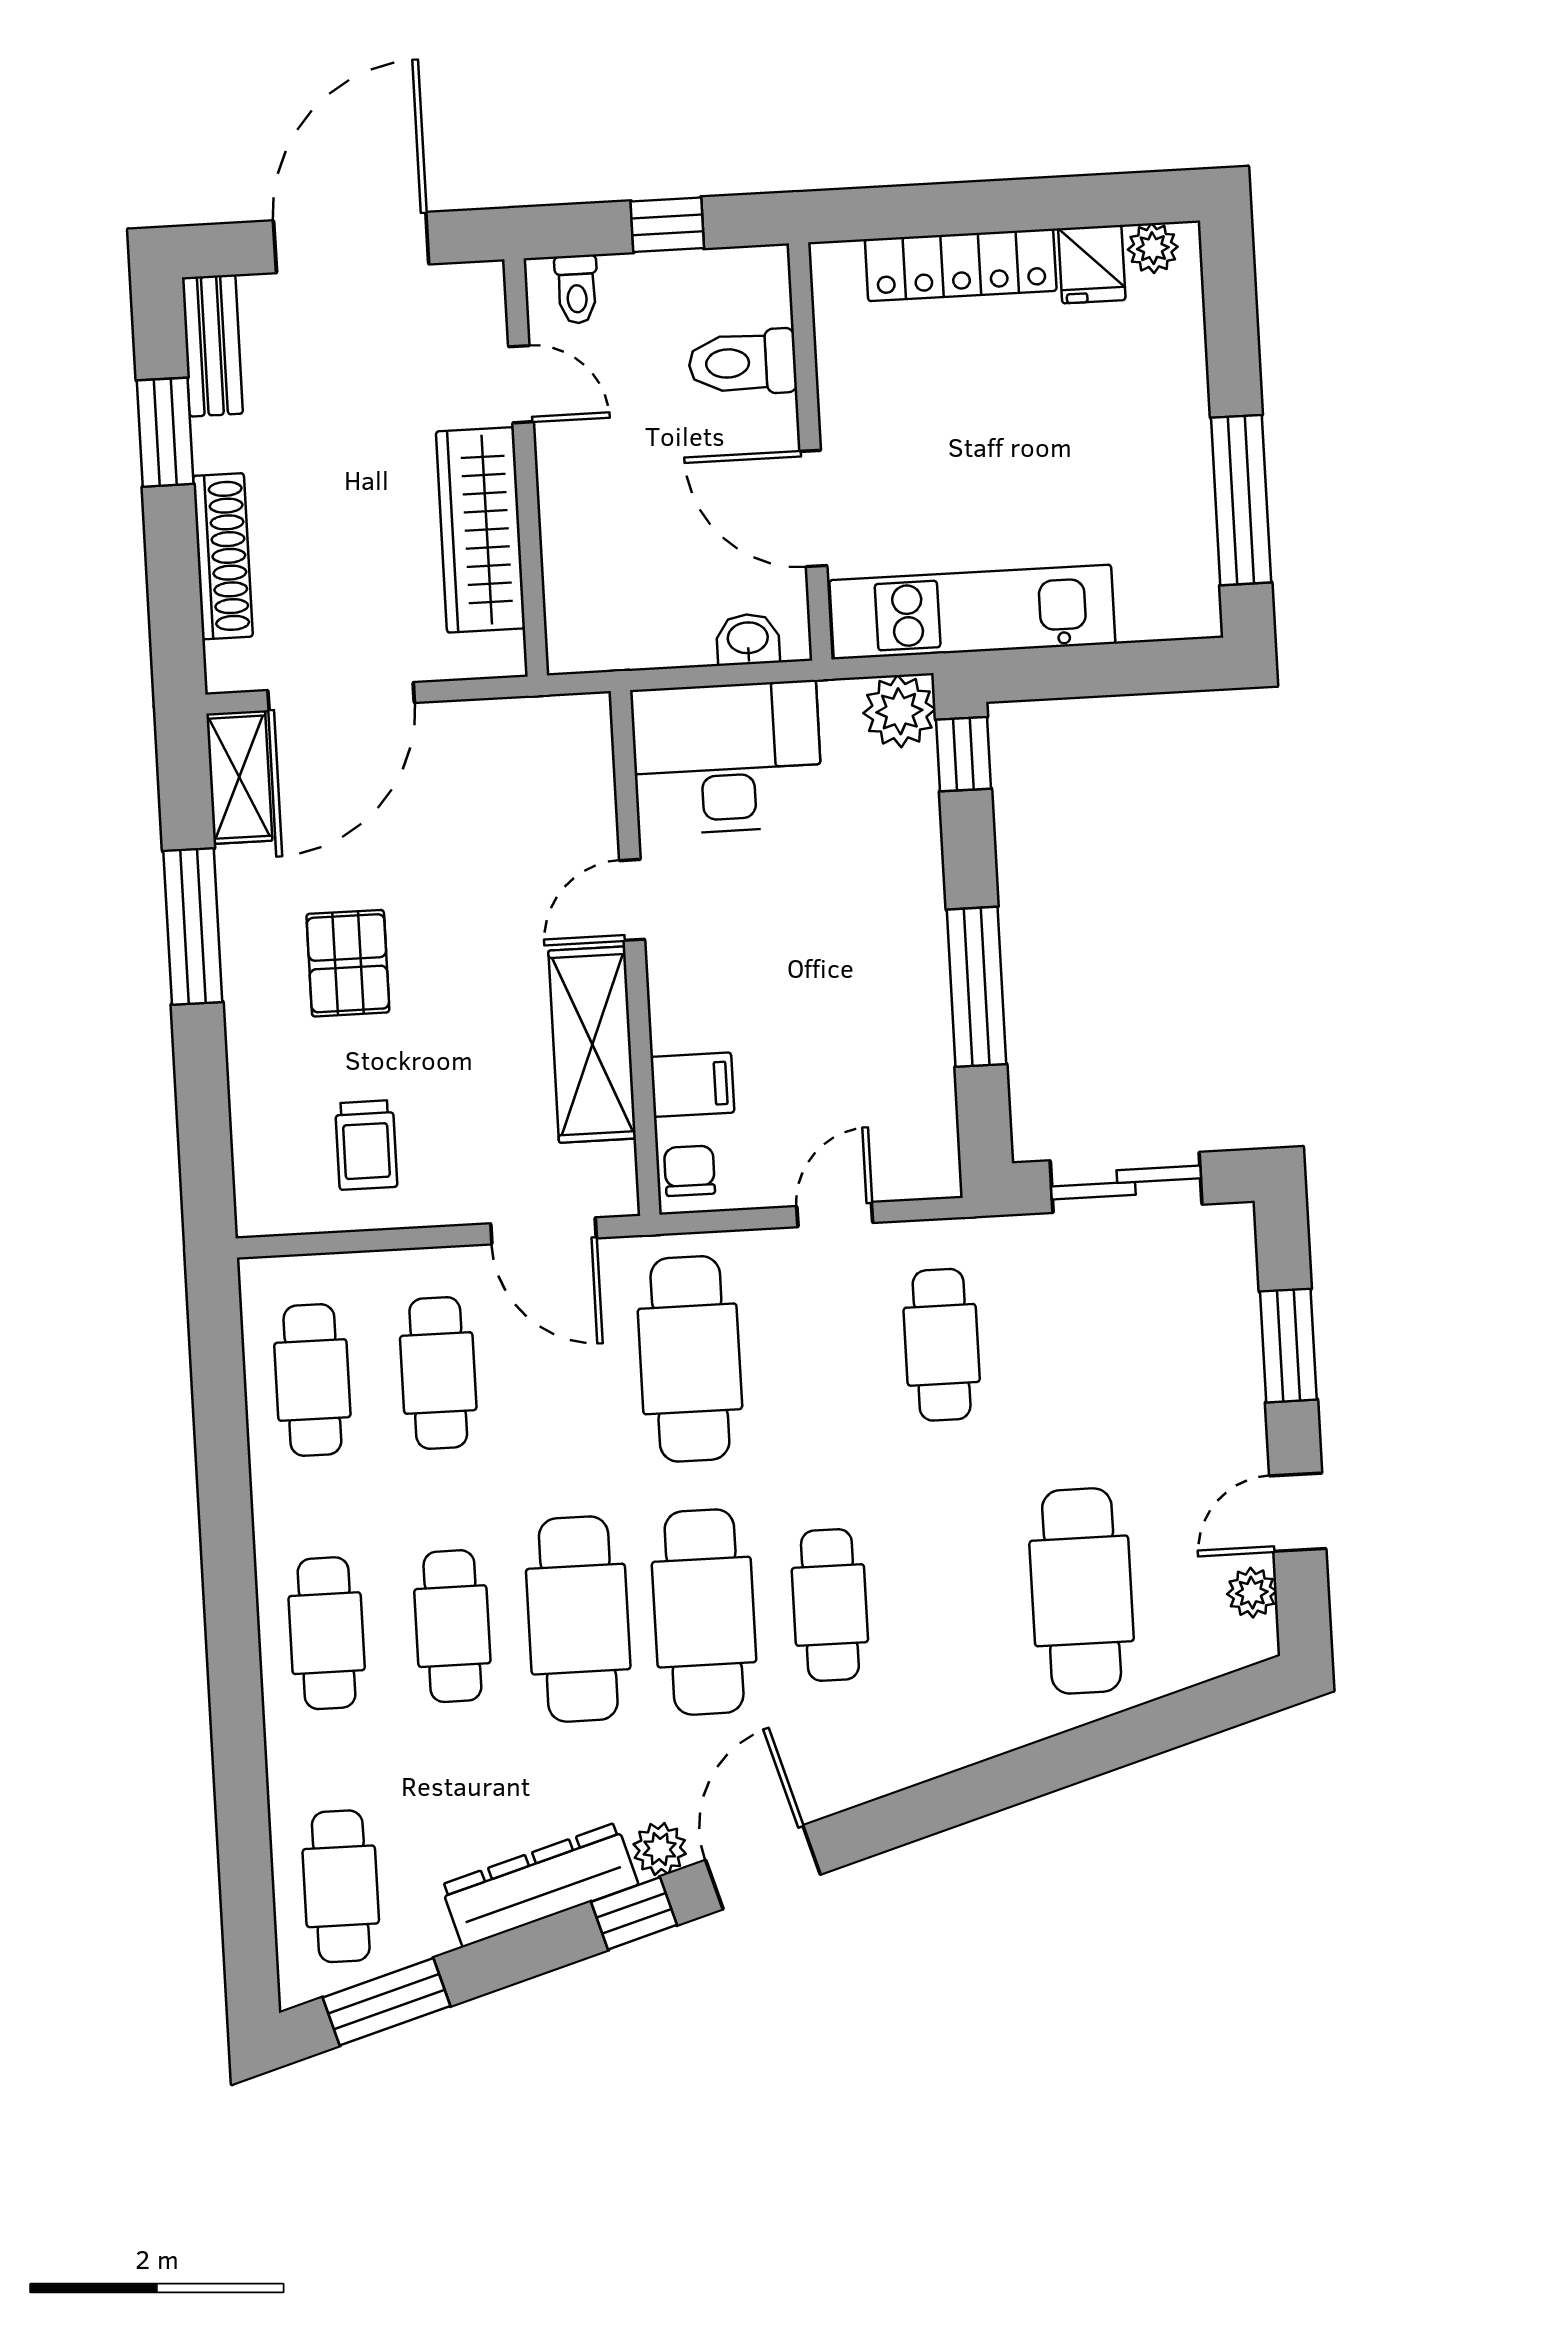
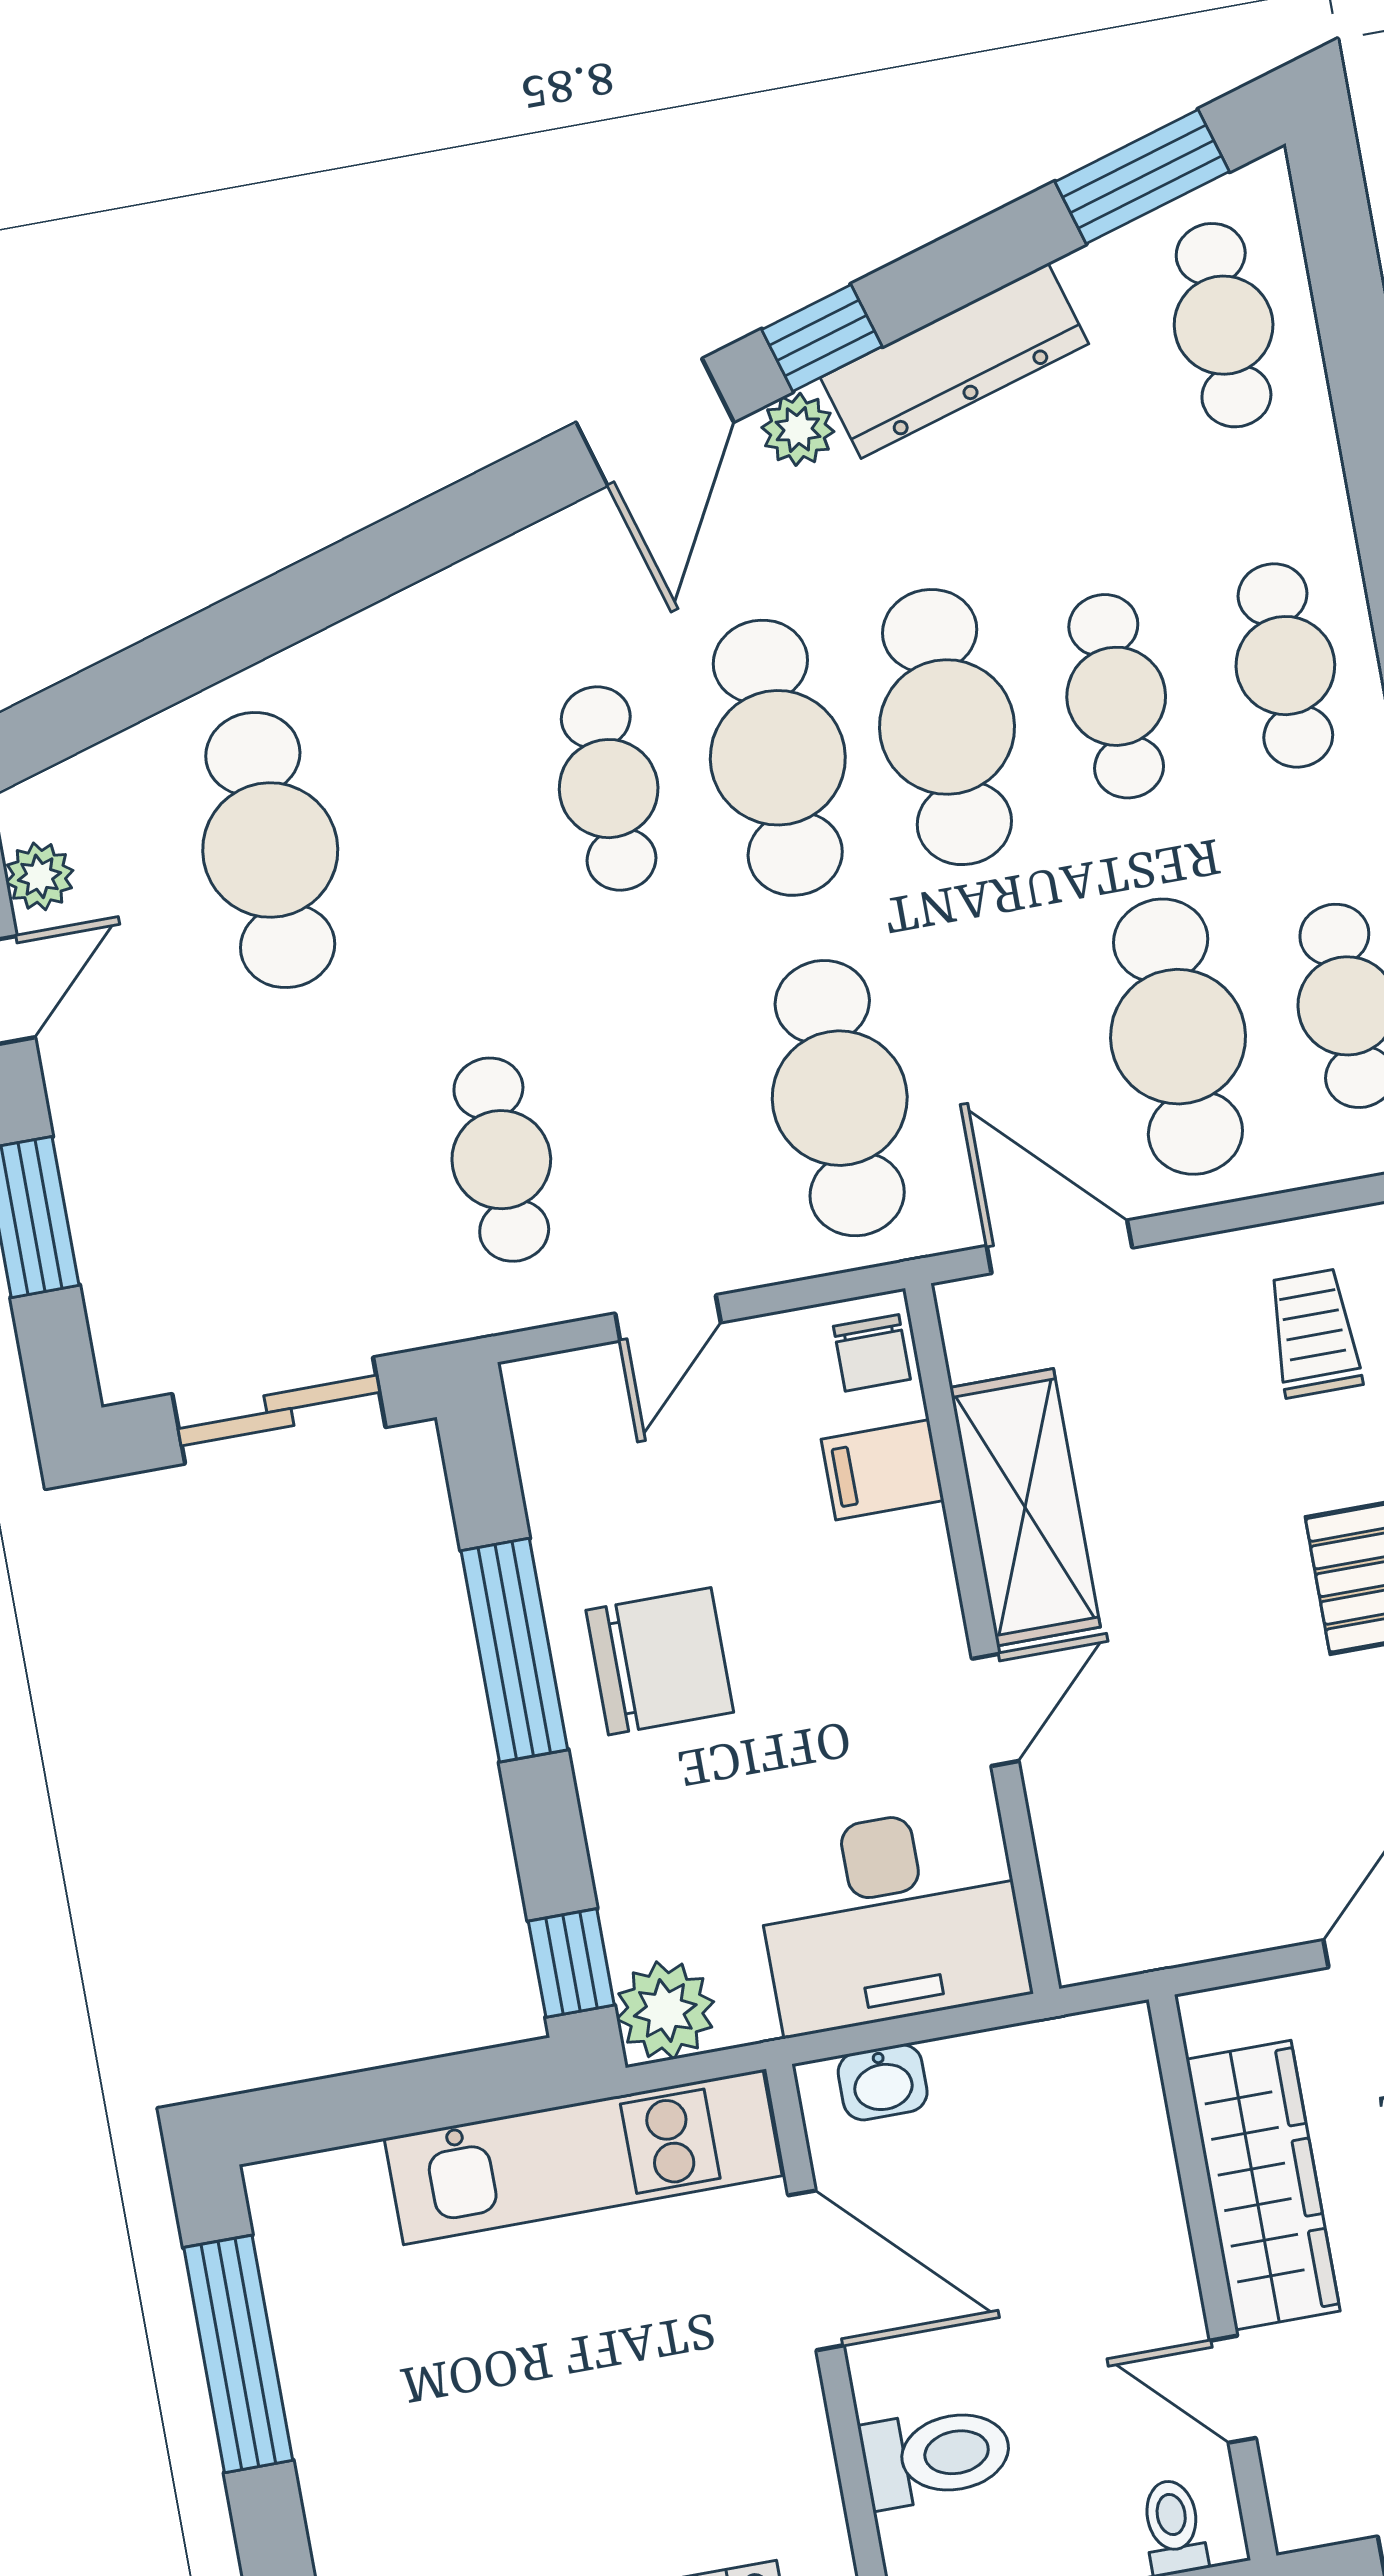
chair: (872, 966) -> (660, 1661), added
cafe table: (438, 1373) -> (1178, 1037), width x1.37, depth x1.35

